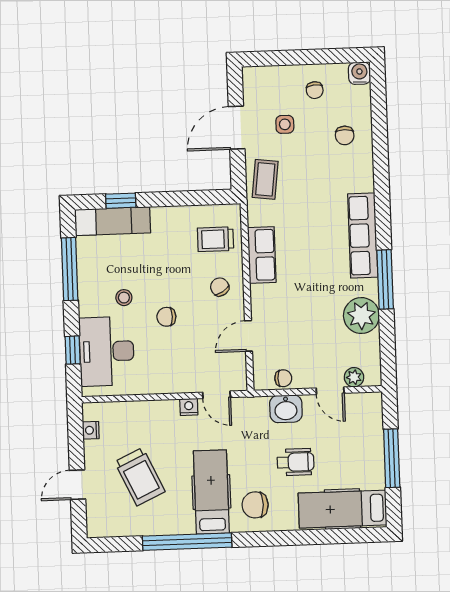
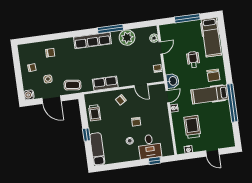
water cooler: (359, 73) -> (29, 95), moved
window: (121, 201) -> (86, 135), moved
trolley: (215, 239) -> (95, 113), moved
window: (70, 269) -> (120, 165), removed
desk: (107, 351) -> (150, 146), width x0.73
washbasin: (286, 409) -> (173, 81), moved
trolley: (140, 477) -> (192, 127), moved, turned -65

